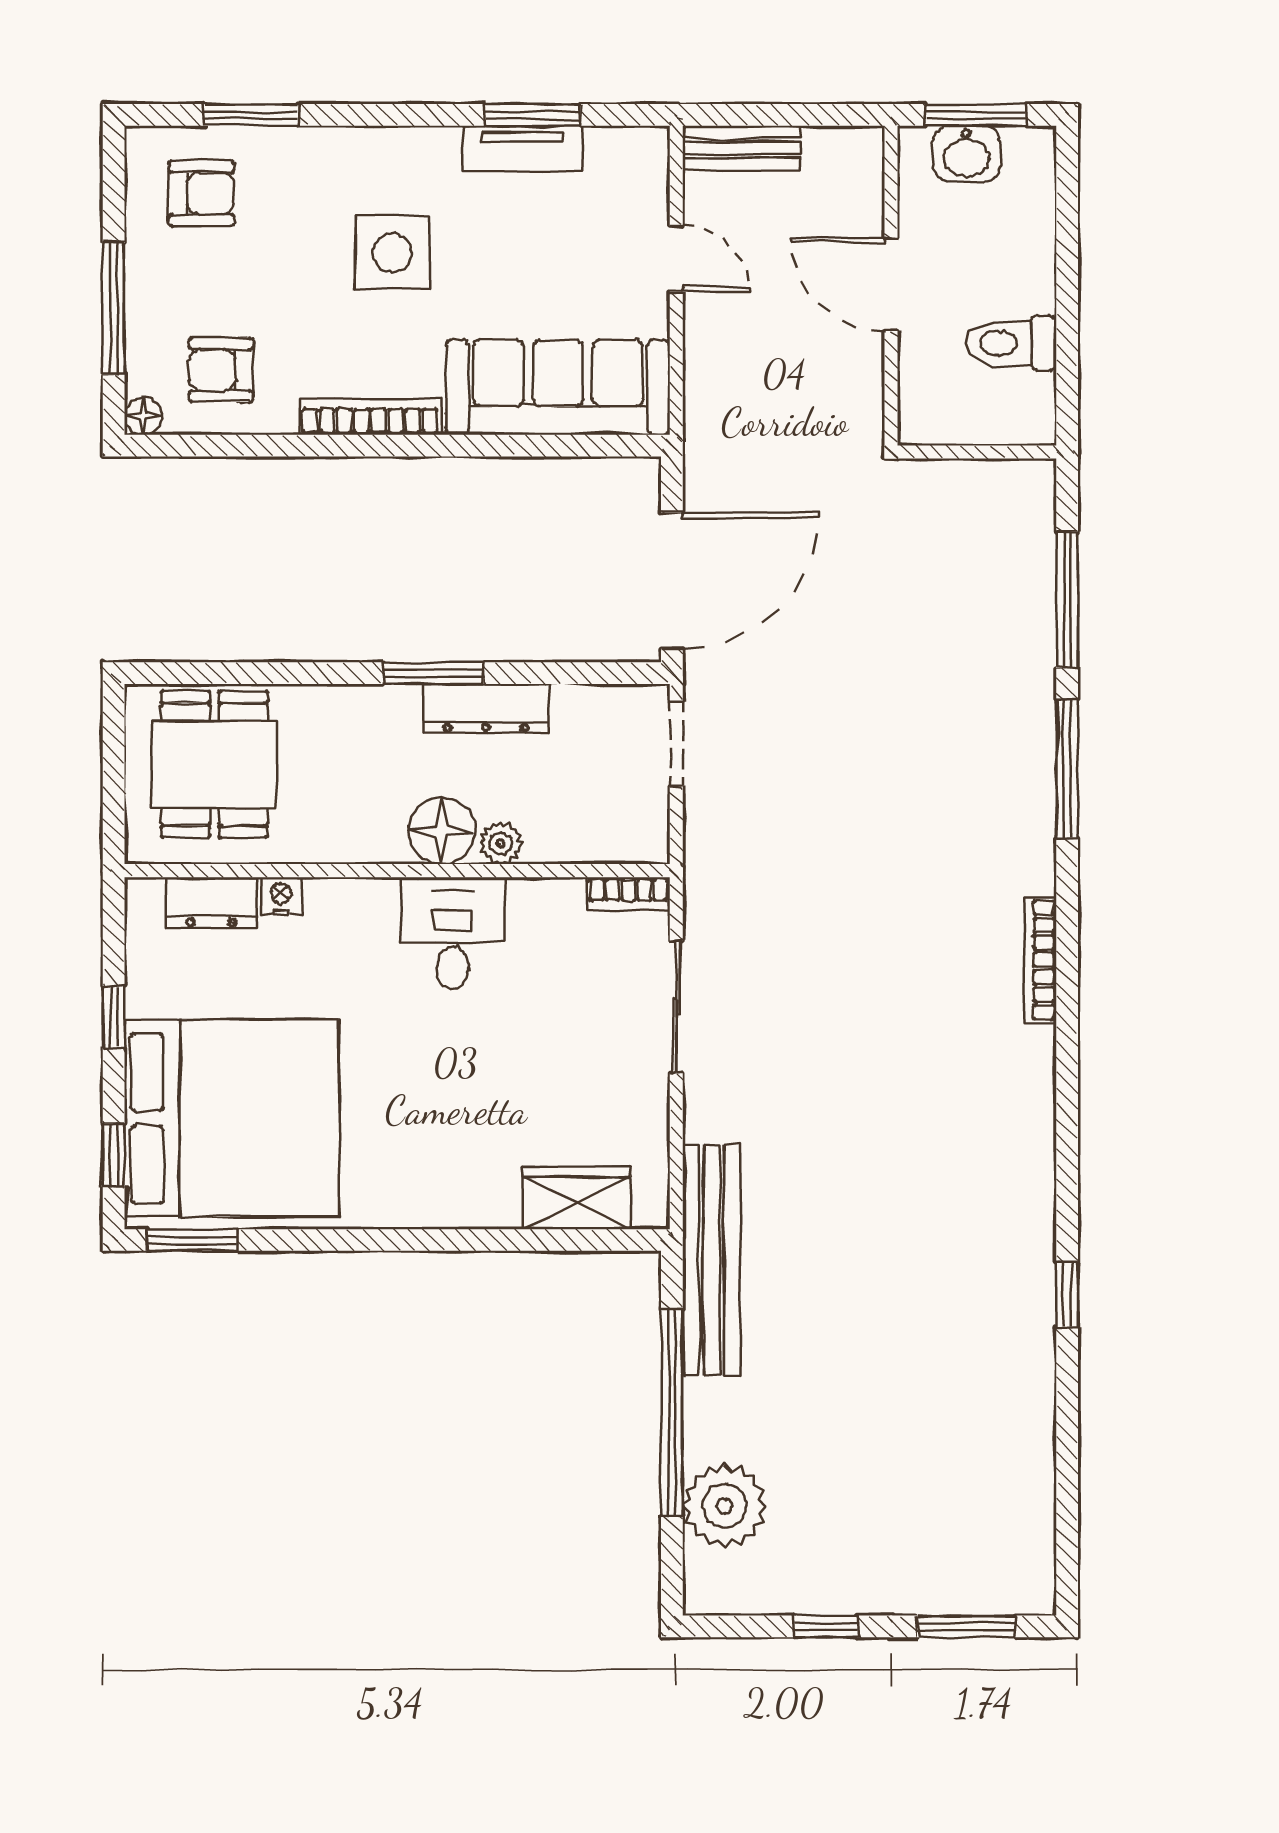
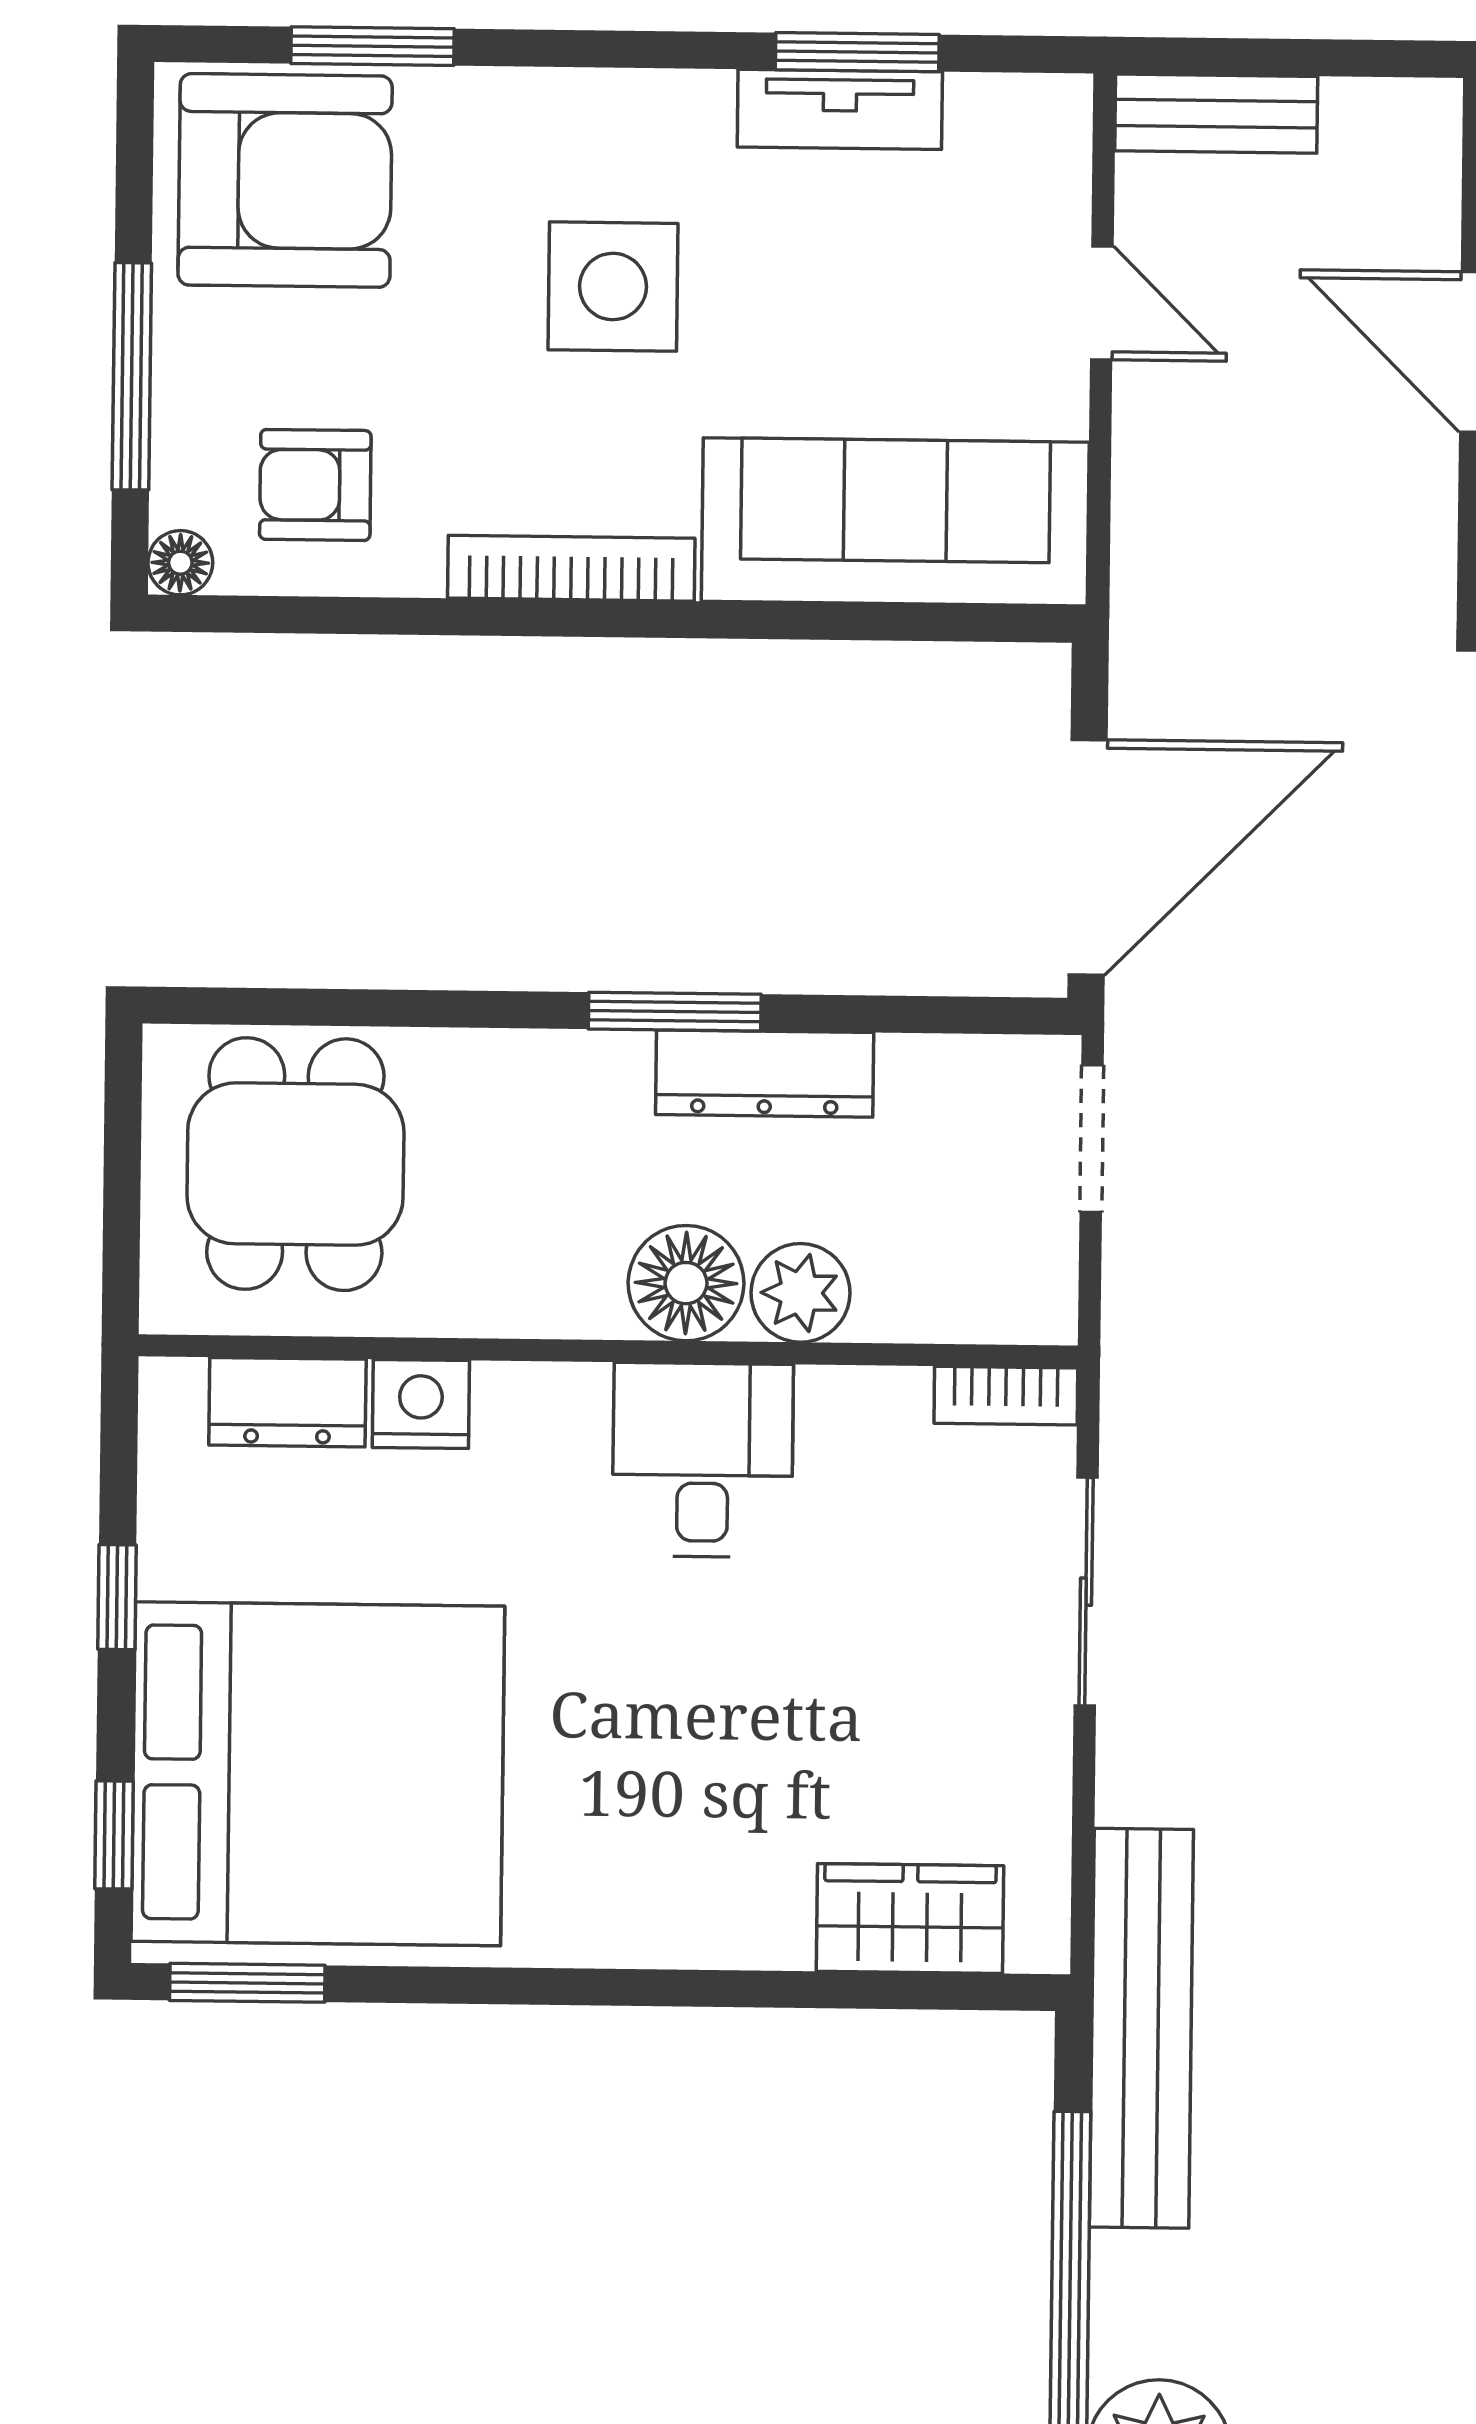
armchair: (201, 193) -> (285, 180), width x1.88, depth x1.88
plant: (501, 843) -> (801, 1293), width x1.38, depth x1.38
nightstand: (281, 896) -> (421, 1404), width x1.39, depth x1.35

